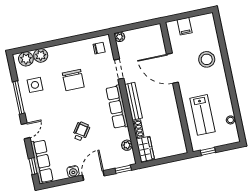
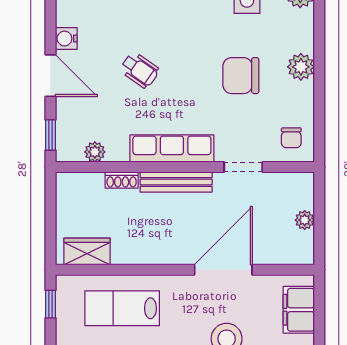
filing cabinet: (185, 26) -> (299, 310), width x2.00
plant: (120, 37) -> (305, 220), moved
plant: (41, 55) -> (301, 67), moved
wardrobe: (145, 149) -> (87, 251), moved, turned 180

